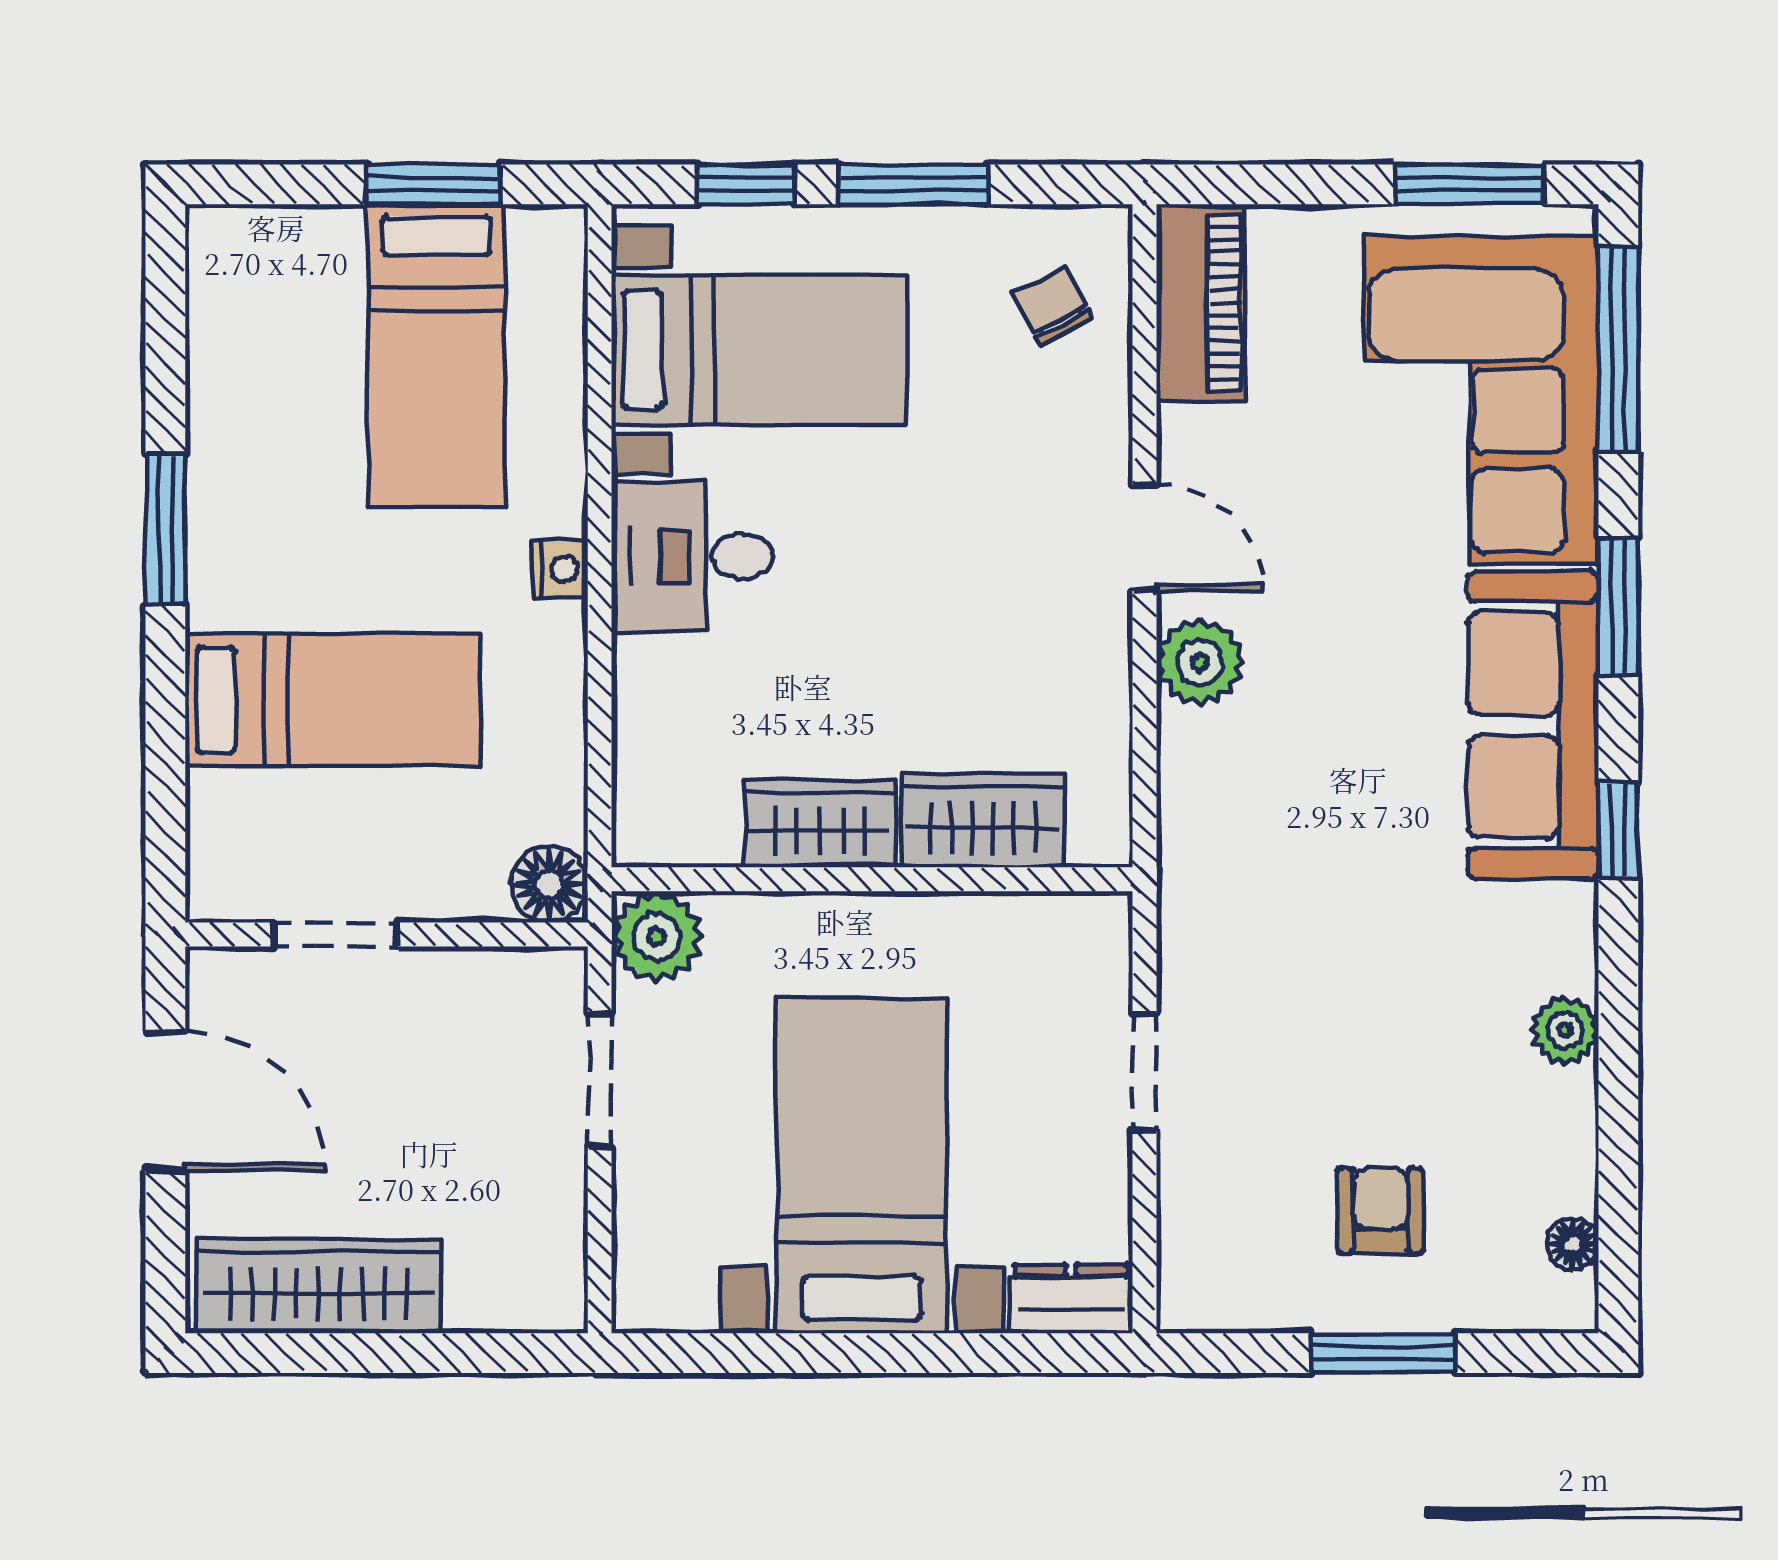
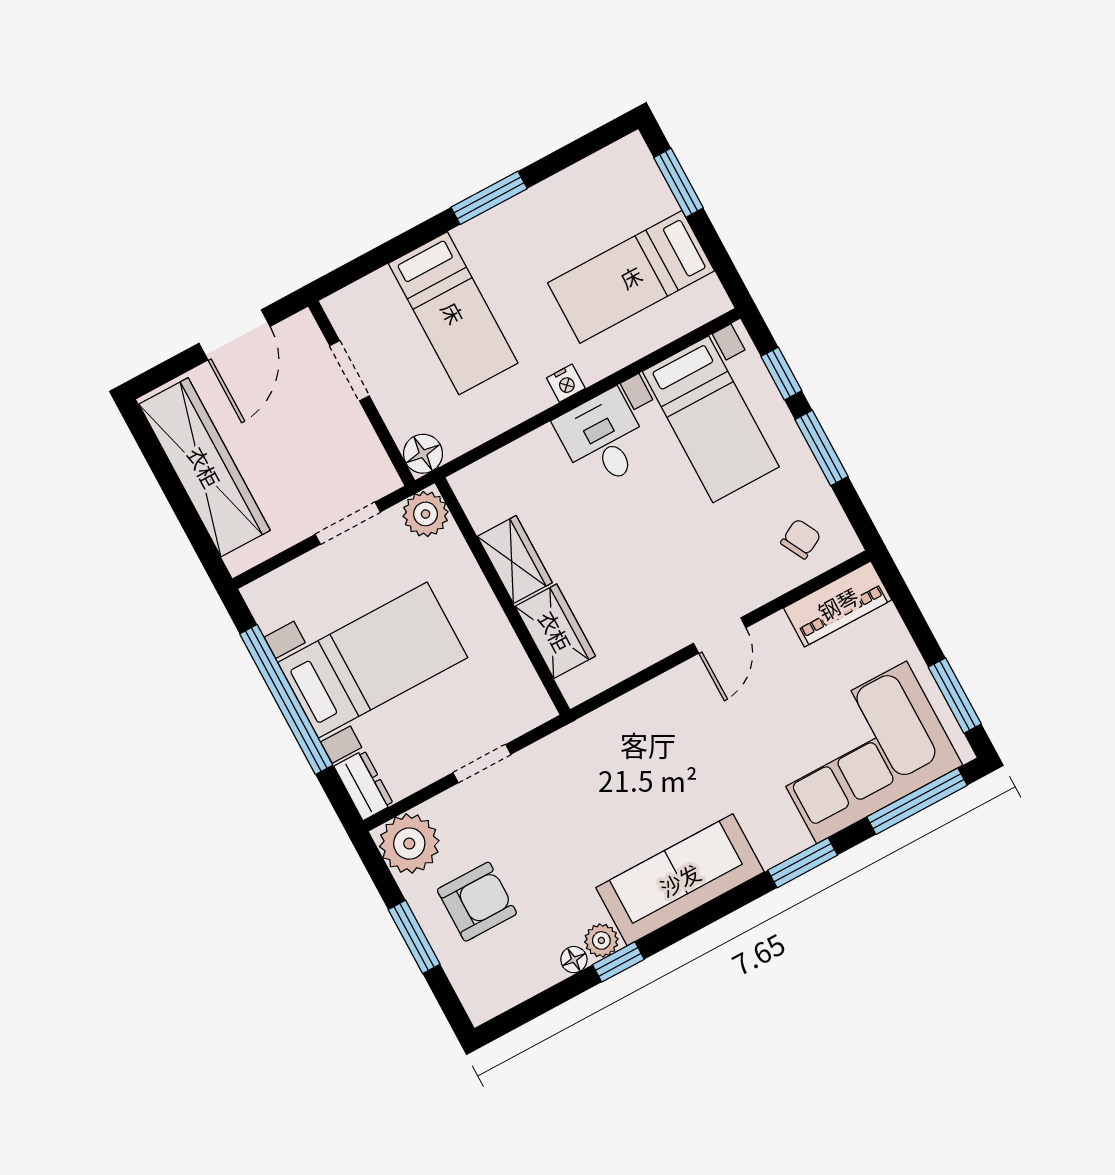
window: (434, 184) -> (679, 183), moved
plant: (1200, 662) -> (409, 844), moved, width x1.36, depth x1.36
sofa: (1533, 725) -> (680, 880), moved
window: (1618, 830) -> (618, 962), moved
armchair: (1381, 1211) -> (477, 902), width x1.38, depth x1.38
floor lamp: (1573, 1244) -> (574, 960), moved
wardrobe: (319, 1286) -> (204, 467), width x1.40, depth x1.17
window: (849, 1353) -> (286, 699), added

